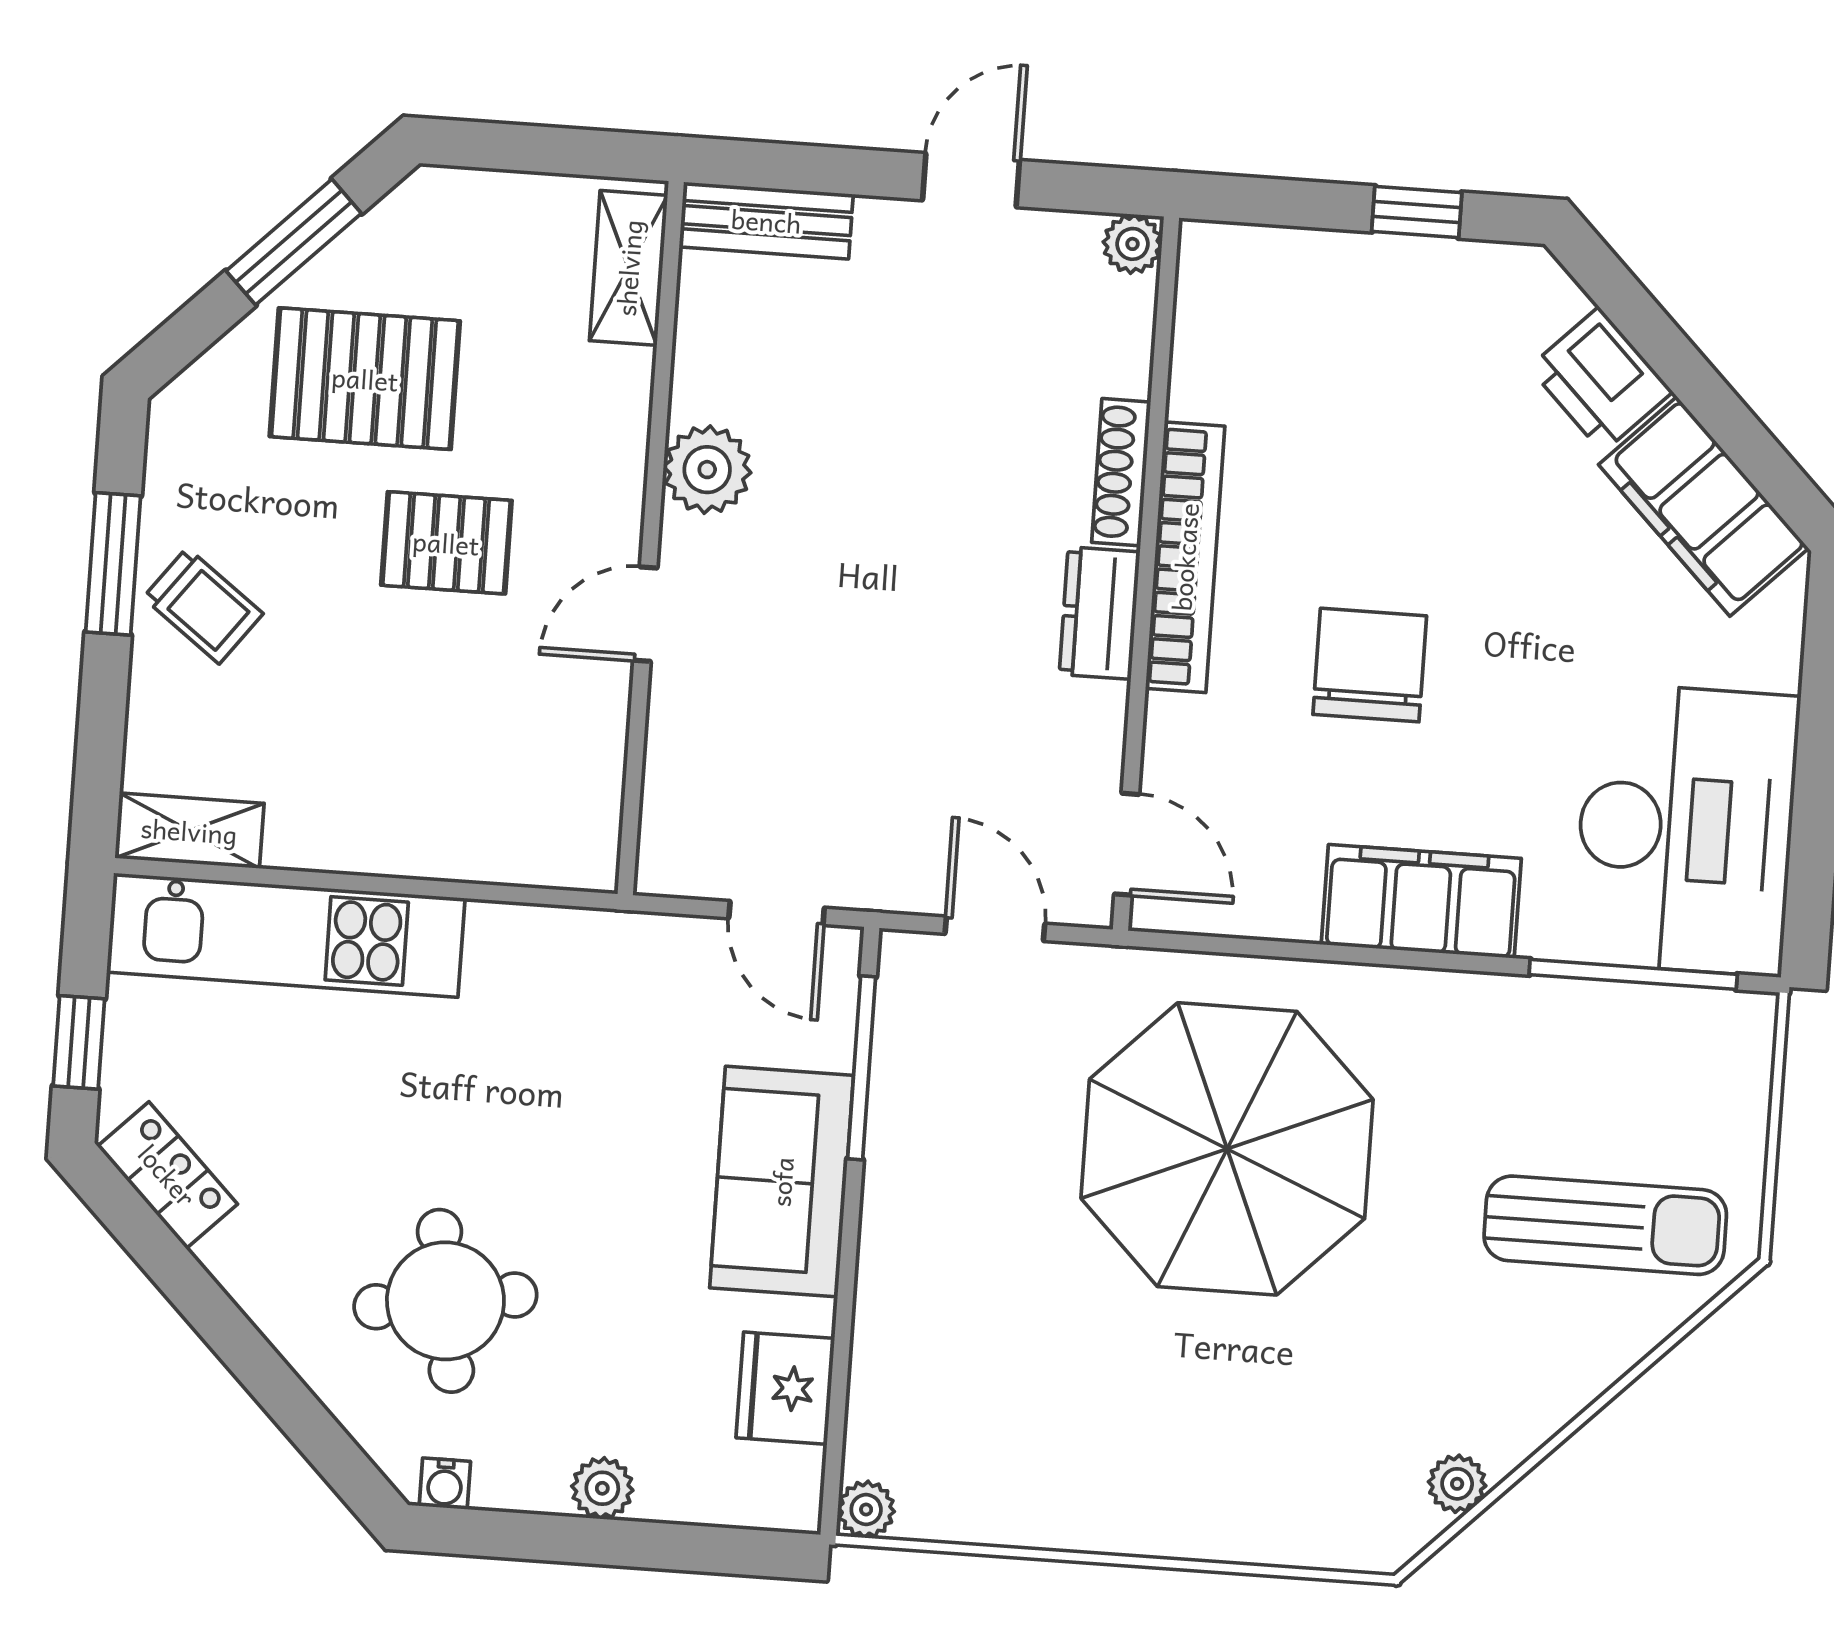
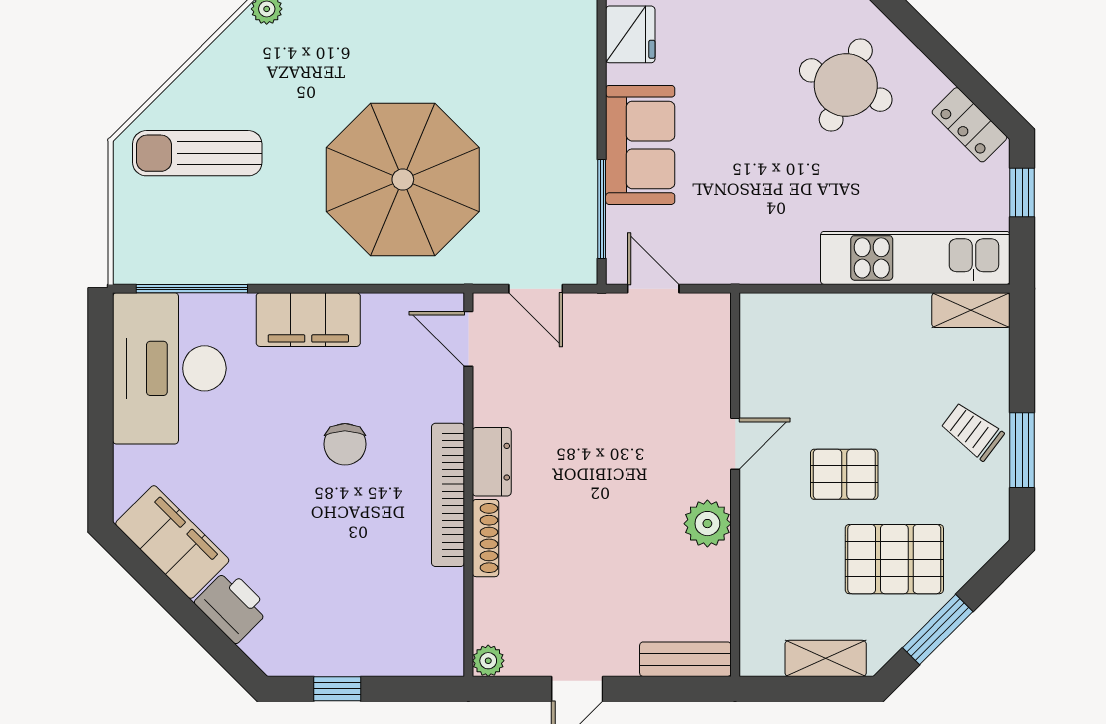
shelving: (629, 268) -> (826, 658), moved, turned 90
chair: (1370, 665) -> (345, 444), width x0.73, depth x0.73
round table: (445, 1301) -> (846, 85), moved, turned 32

